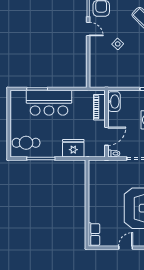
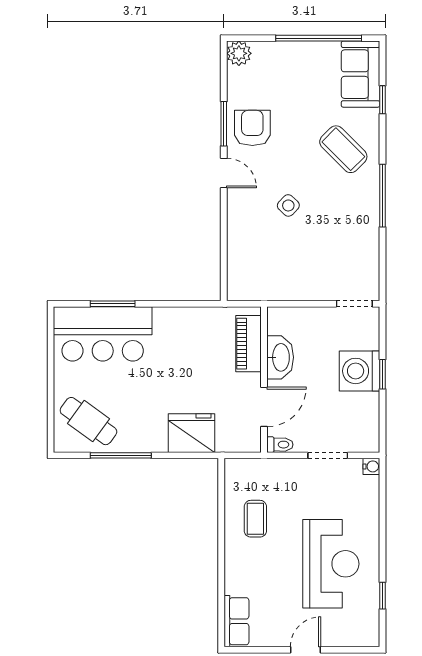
washbasin: (114, 102) -> (280, 357), moved
bar counter: (49, 103) -> (103, 334), moved
cafe table: (26, 143) -> (88, 421), turned 36
coffee table: (103, 188) -> (255, 519), added

